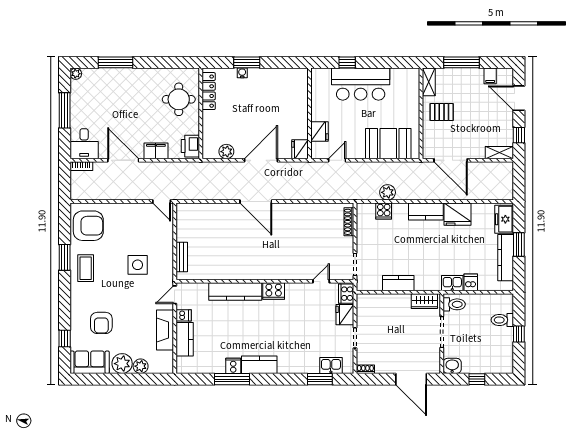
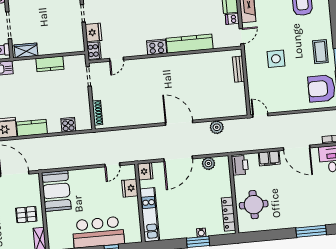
kitchen unit: (300, 99) -> (150, 215), added
booth: (388, 144) -> (56, 191), moved, turned 90
plant: (388, 192) -> (217, 127), moved

